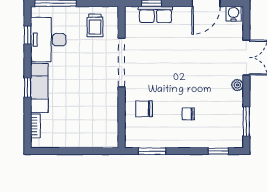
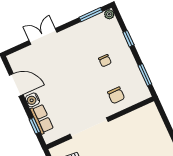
water cooler: (234, 14) -> (32, 100), moved
plant: (237, 85) -> (109, 14), moved
window: (218, 151) -> (128, 39), moved

